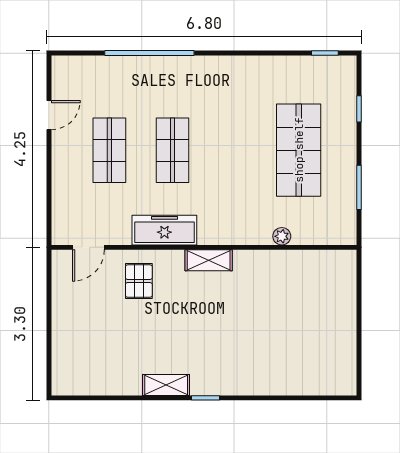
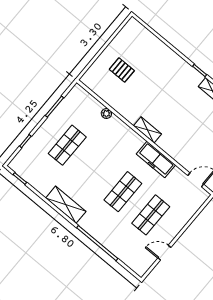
shelving: (234, 69) -> (66, 205), added
shop shelf: (299, 150) -> (67, 145), width x0.70, depth x0.74
pallet: (139, 281) -> (122, 70), moved, turned 90

